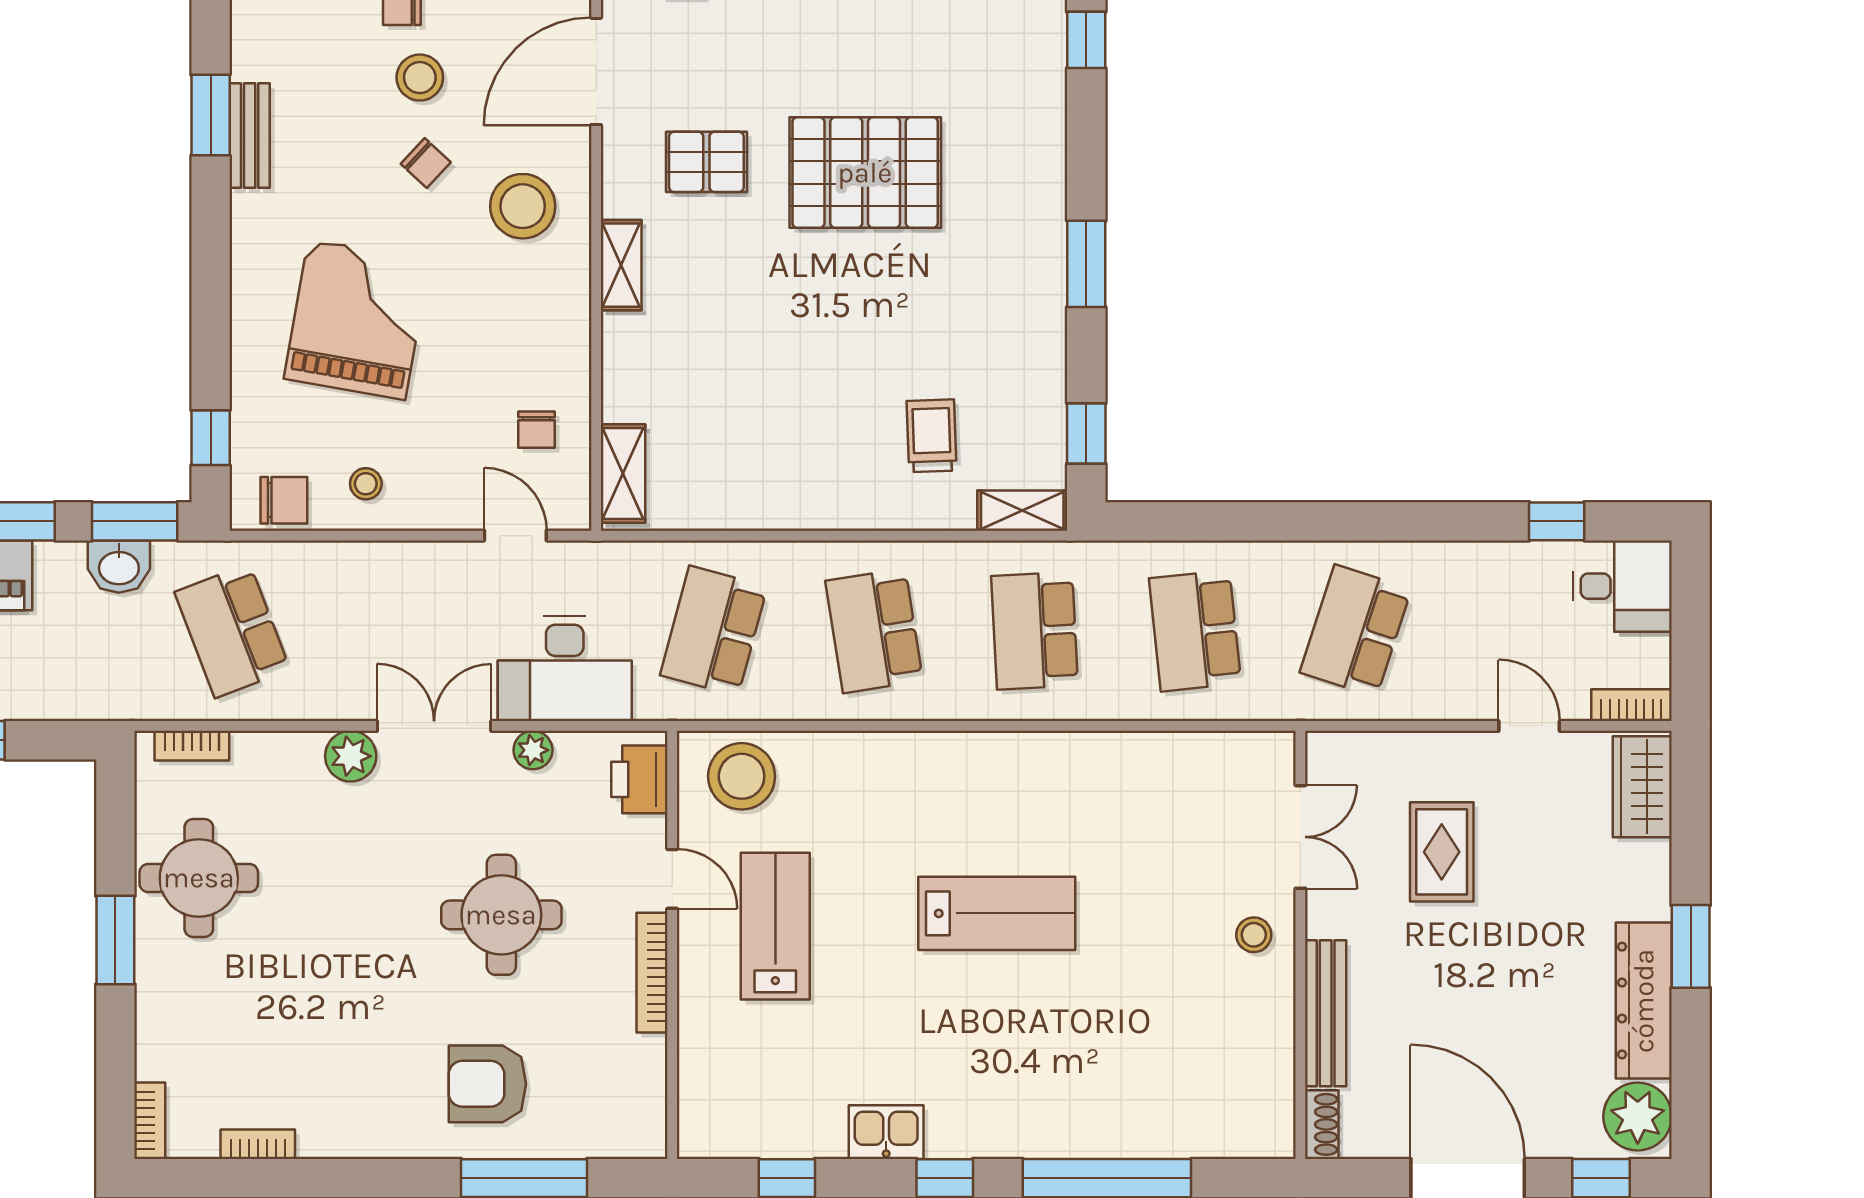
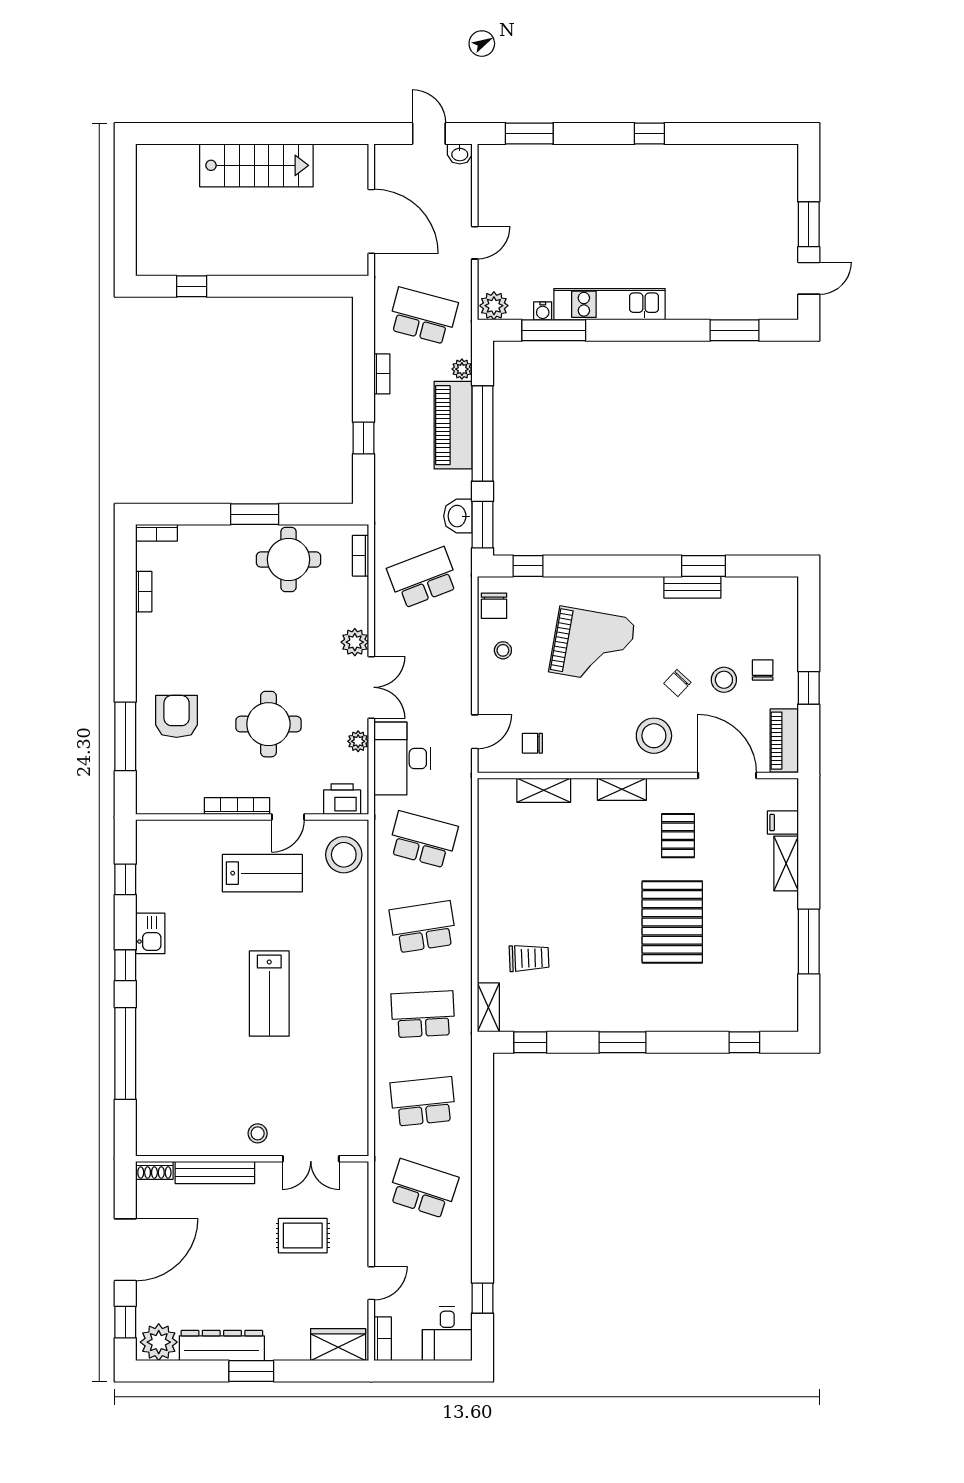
shelving: (623, 474) -> (544, 790), moved

